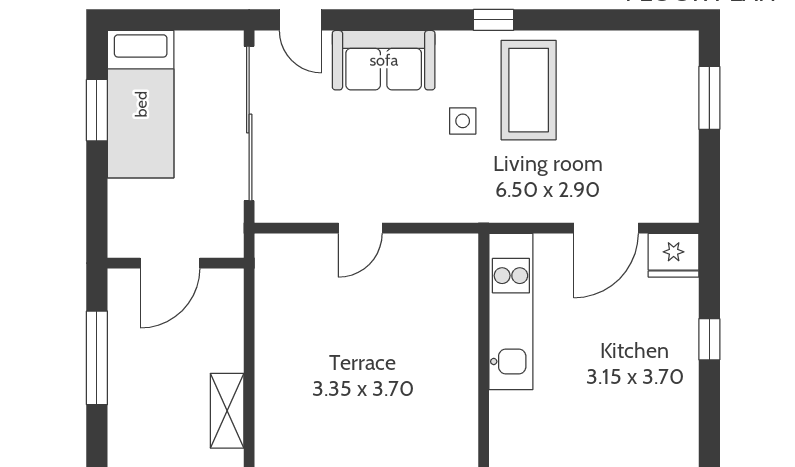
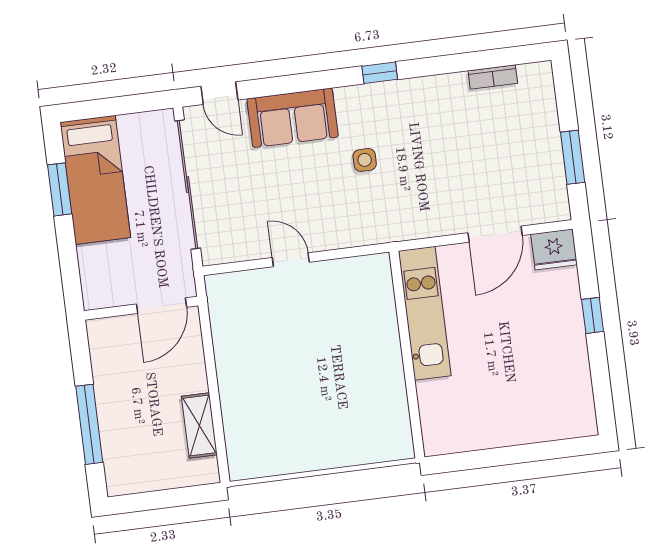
bookcase: (627, 42) -> (493, 77), added
coffee table: (529, 90) -> (416, 127), removed
window: (709, 98) -> (573, 157), moved
door: (360, 228) -> (291, 260), swing flipped
door: (170, 263) -> (161, 306), moved
window: (97, 358) -> (89, 424), moved

